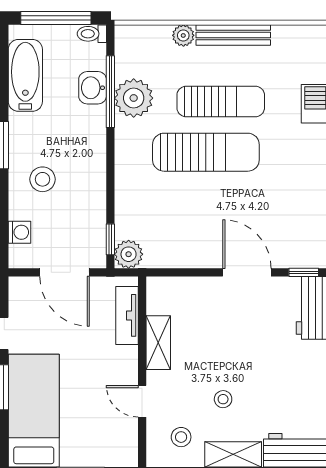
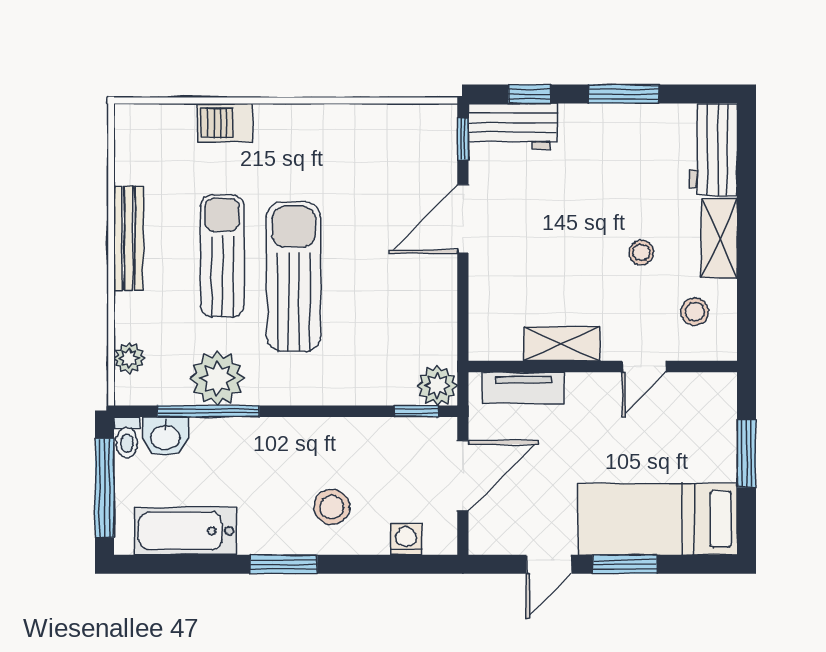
plant: (183, 35) -> (129, 358), moved
washbasin: (93, 88) -> (165, 436), moved

